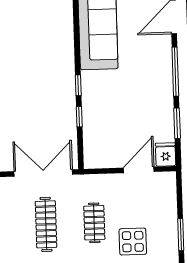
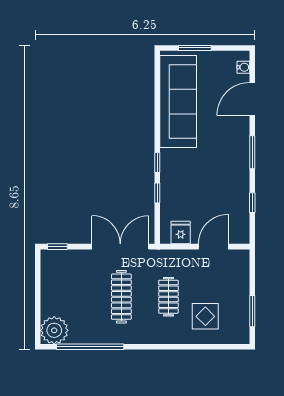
window: (175, 72) -> (252, 152), width x0.69
window: (177, 123) -> (252, 203), width x0.67
fridge: (166, 154) -> (181, 233), moved

